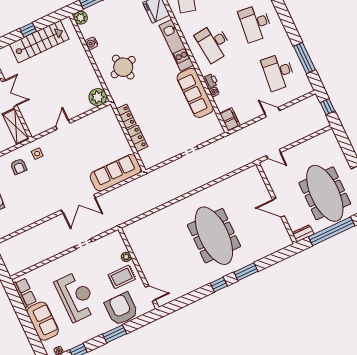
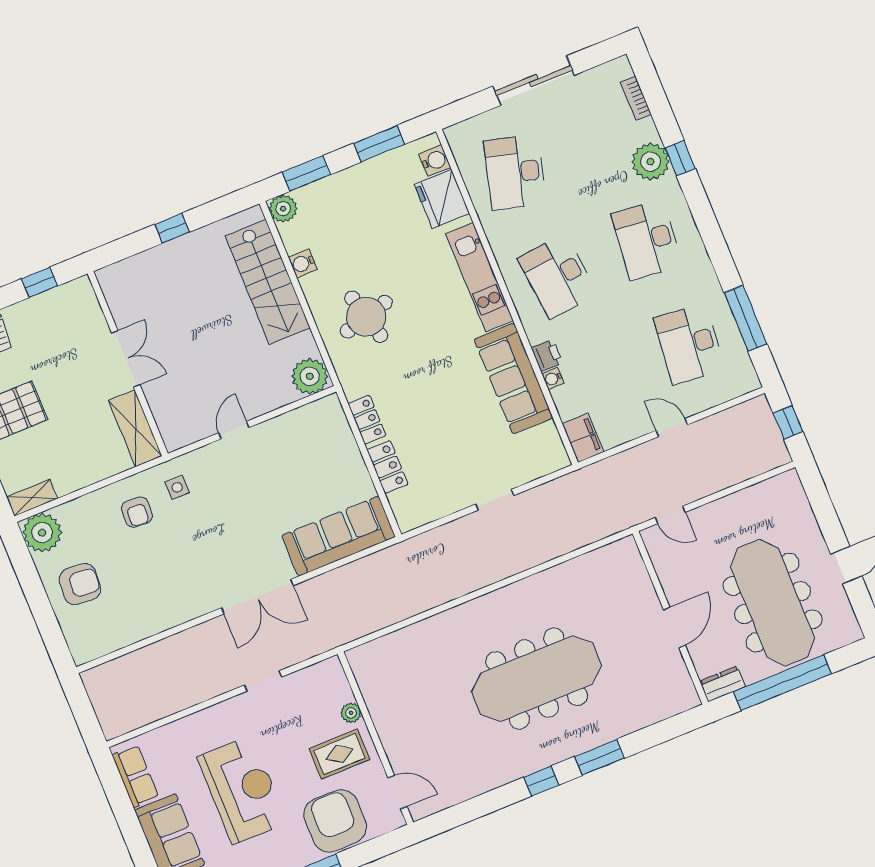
stairs: (39, 42) -> (268, 282), moved, turned 90
door: (279, 208) -> (674, 627), swing flipped
meeting table: (214, 236) -> (537, 679), turned 90

